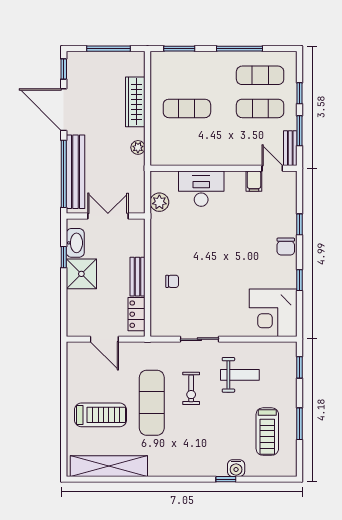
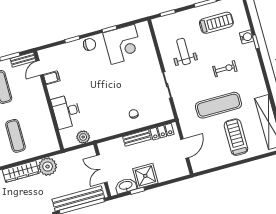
plant: (138, 147) -> (48, 167), width x1.87, depth x1.87
corner desk: (273, 313) -> (123, 44), moved
exercise bike: (191, 388) -> (225, 69), moved

